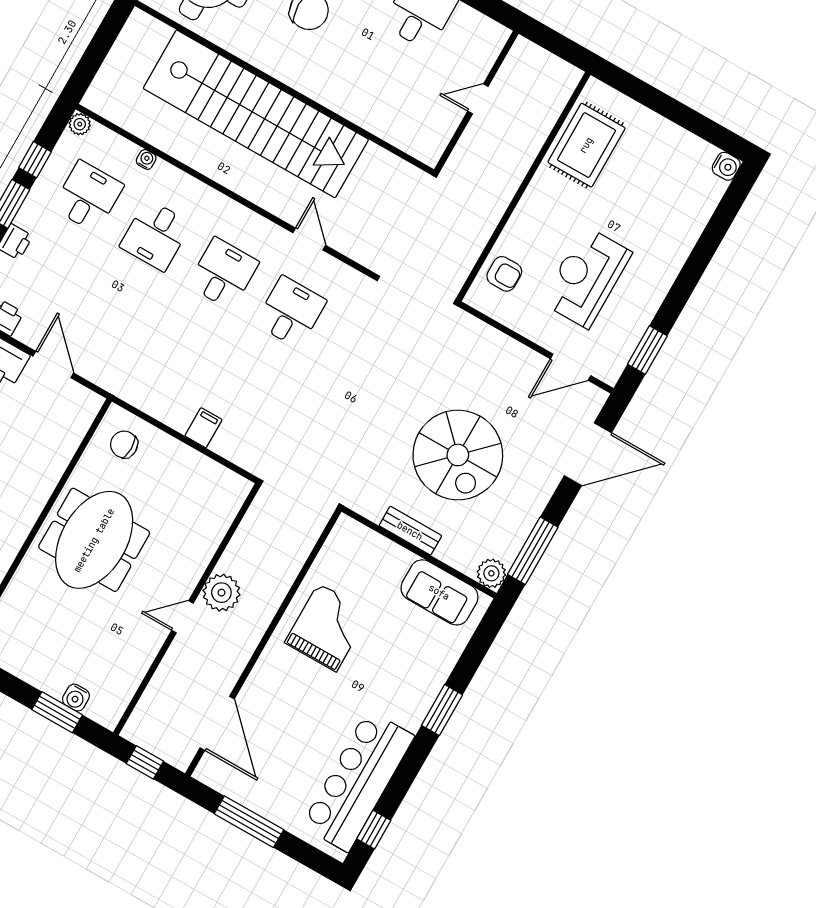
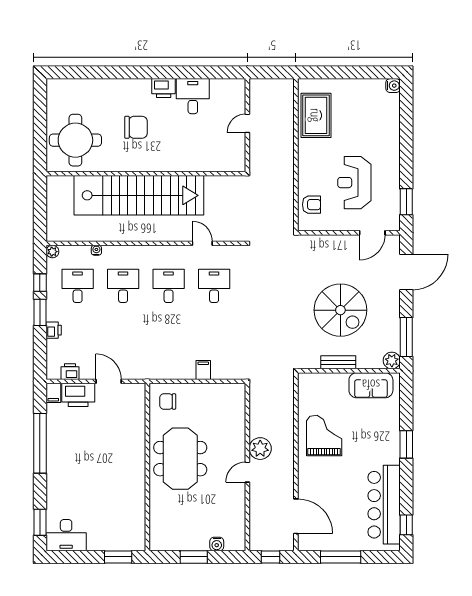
desk: (156, 235) -> (123, 286), turned 180
window: (57, 712) -> (194, 557), moved

